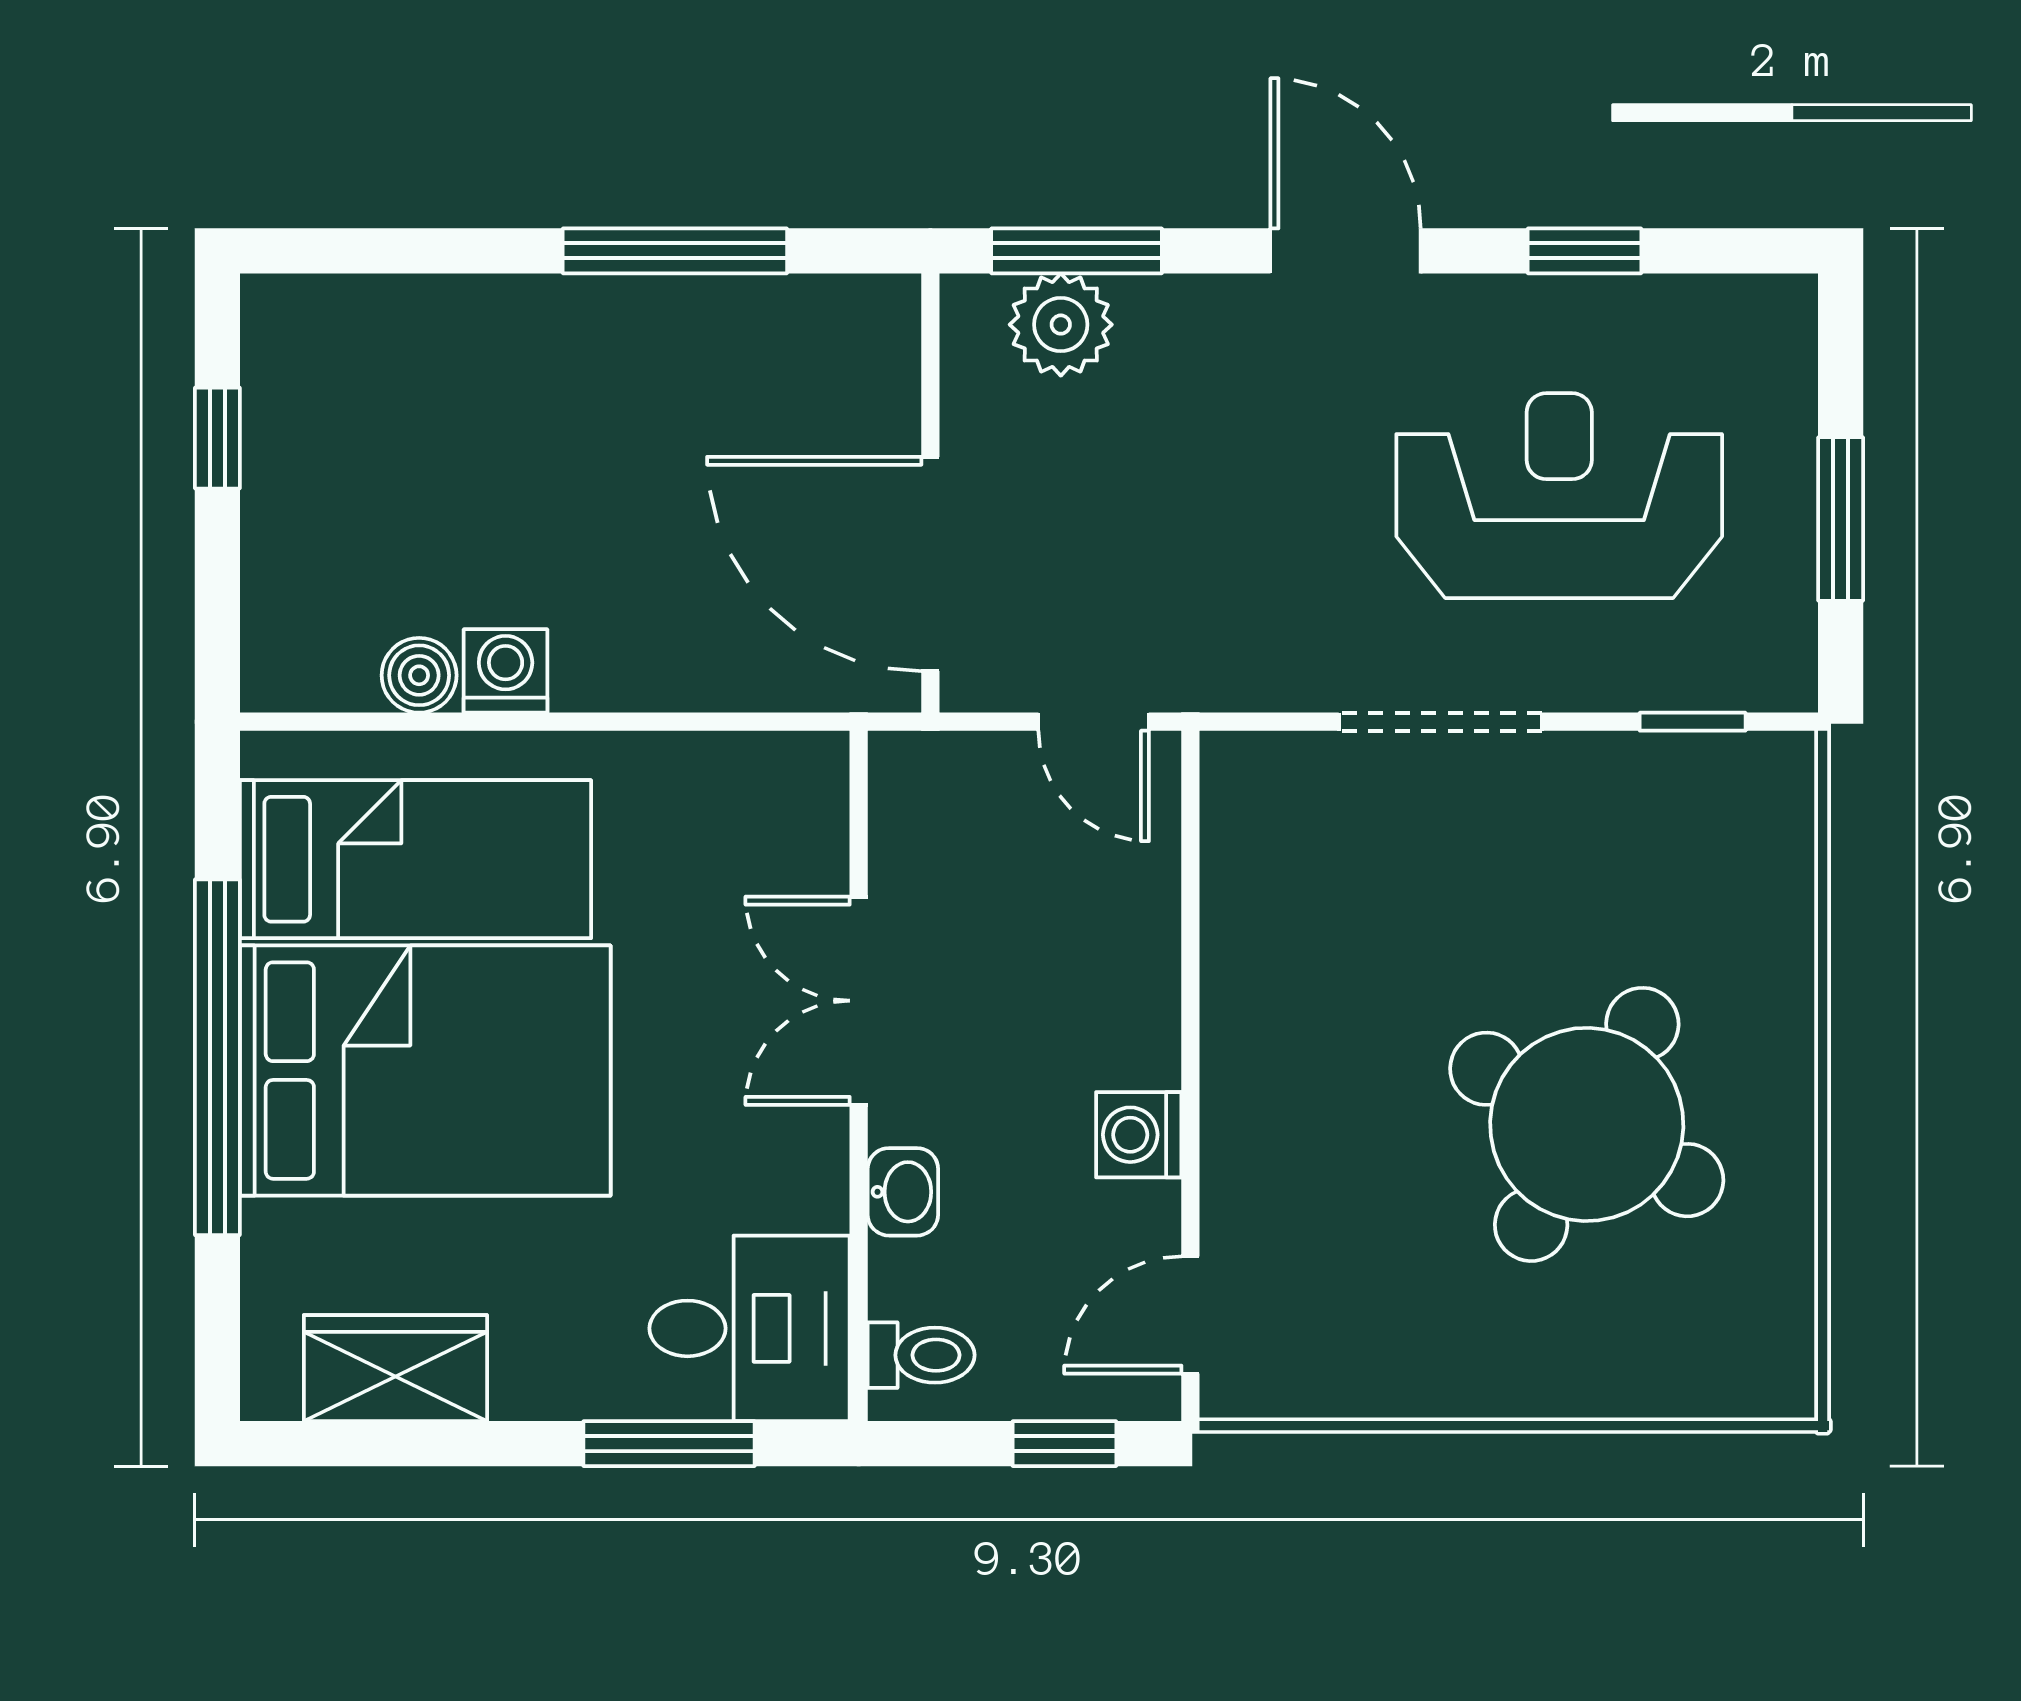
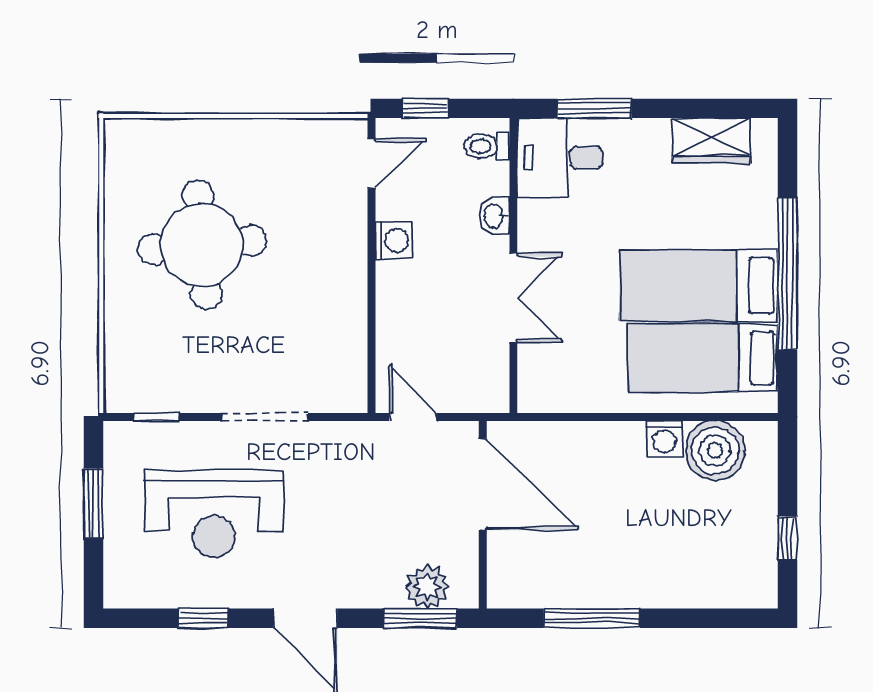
boiler: (419, 675) -> (715, 451), width x1.86, depth x1.86
bed: (425, 1071) -> (699, 286), width x0.67
round table: (1587, 1124) -> (202, 245), turned -34

